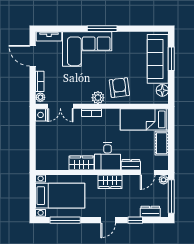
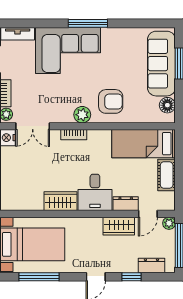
armchair: (119, 88) -> (111, 101), turned 97
wardrobe: (110, 182) -> (119, 226), moved

